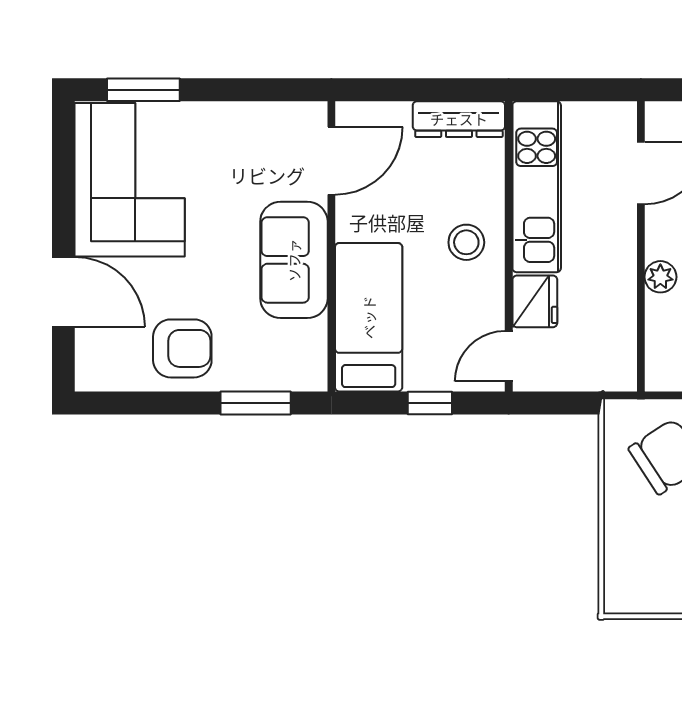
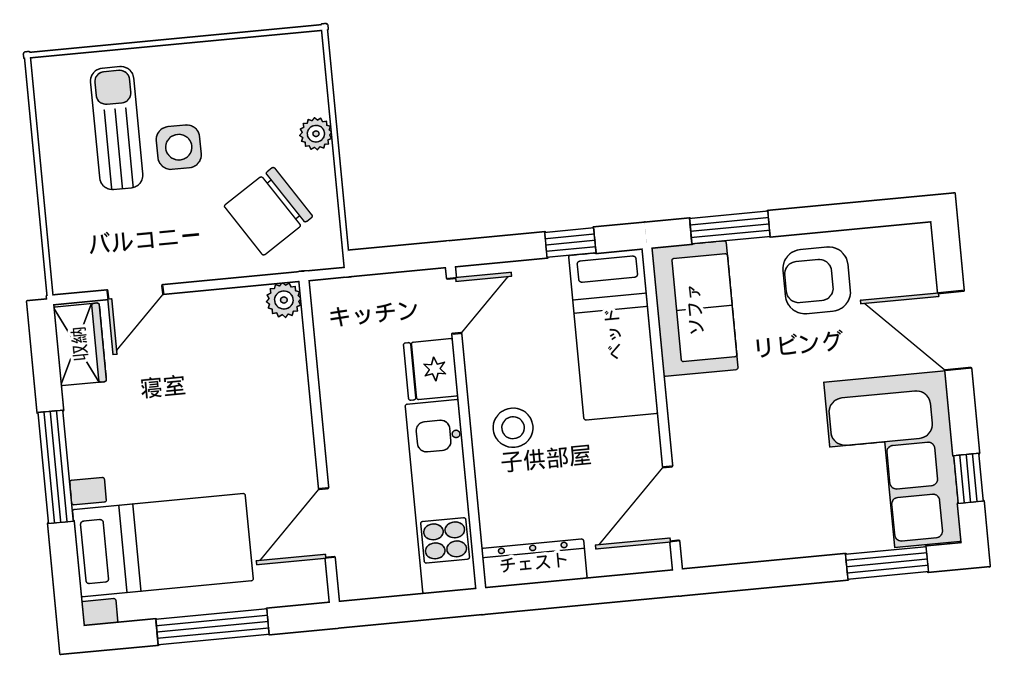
window: (63, 159) -> (969, 478), added
sofa: (294, 260) -> (695, 309), moved
plant: (660, 277) -> (284, 300), moved
window: (430, 403) -> (570, 243), moved
plant: (618, 522) -> (316, 134), added

